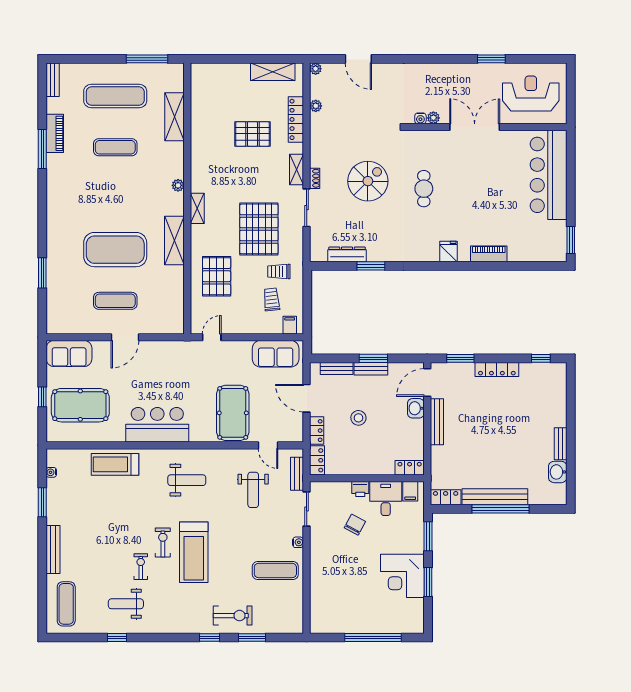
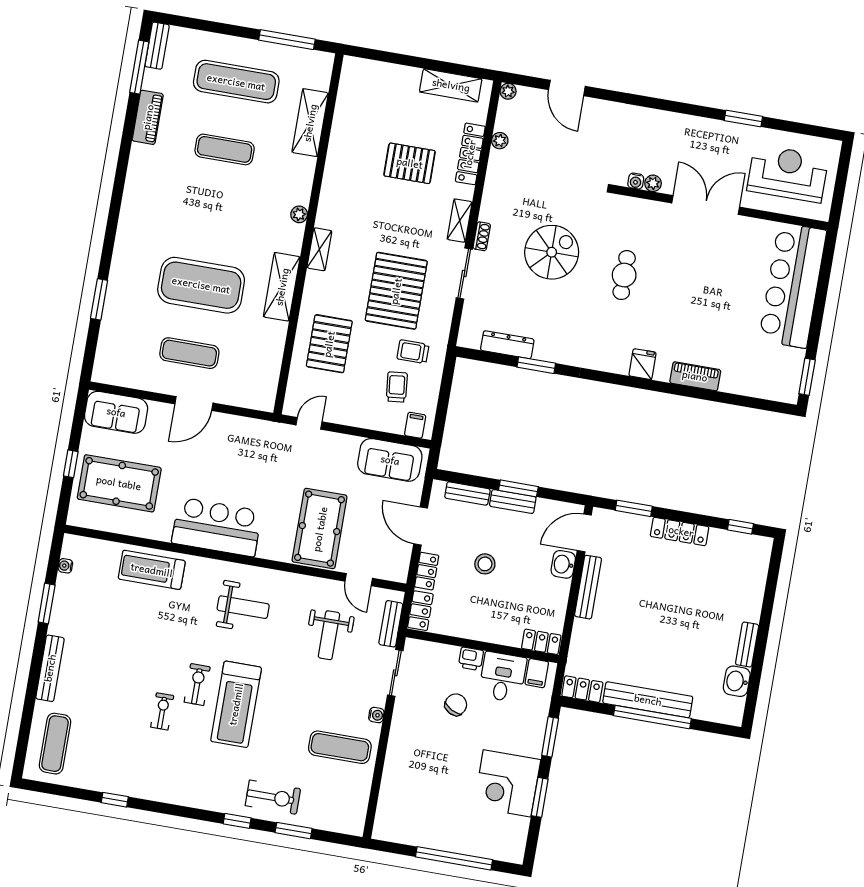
window: (42, 149) -> (139, 67), moved
weight bench: (126, 604) -> (134, 757), removed

